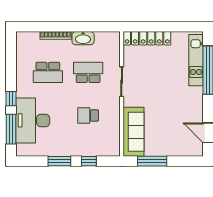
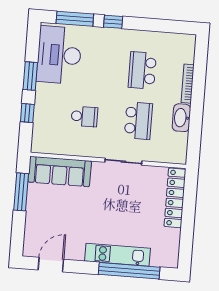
kitchen unit: (196, 60) -> (117, 255), moved
school desk: (88, 115) -> (84, 116), turned 90
desk: (33, 120) -> (59, 55), moved, turned -90

